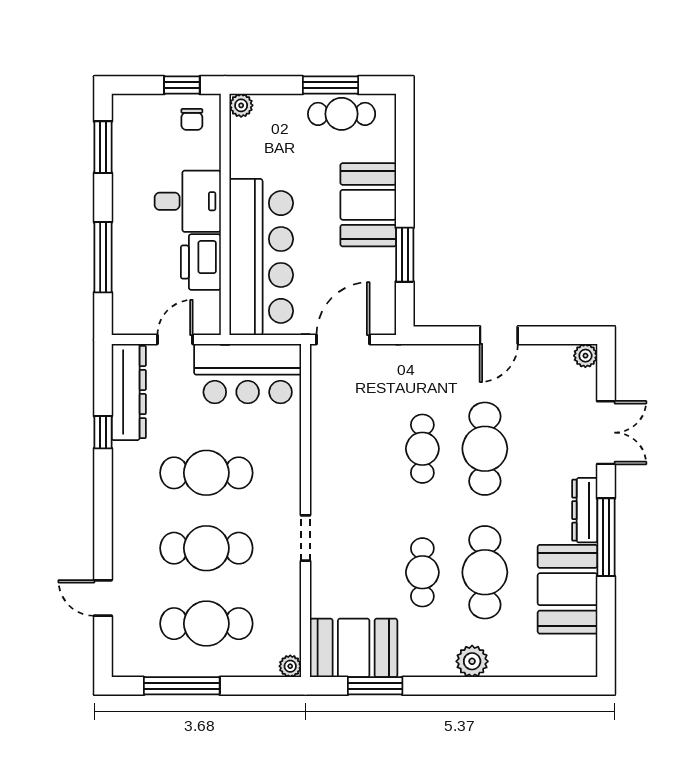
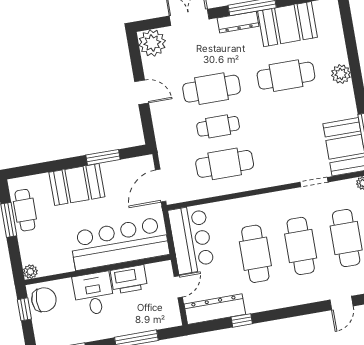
chair: (192, 119) -> (44, 300), width x1.87, depth x1.87
door: (175, 339) -> (178, 287), swing flipped
door: (343, 339) -> (161, 186), hinge flipped
plant: (585, 356) -> (152, 43), width x1.87, depth x1.87
doorway: (306, 538) -> (314, 182), moved
cafe table: (422, 572) -> (225, 164), moved, width x1.37, depth x1.35

